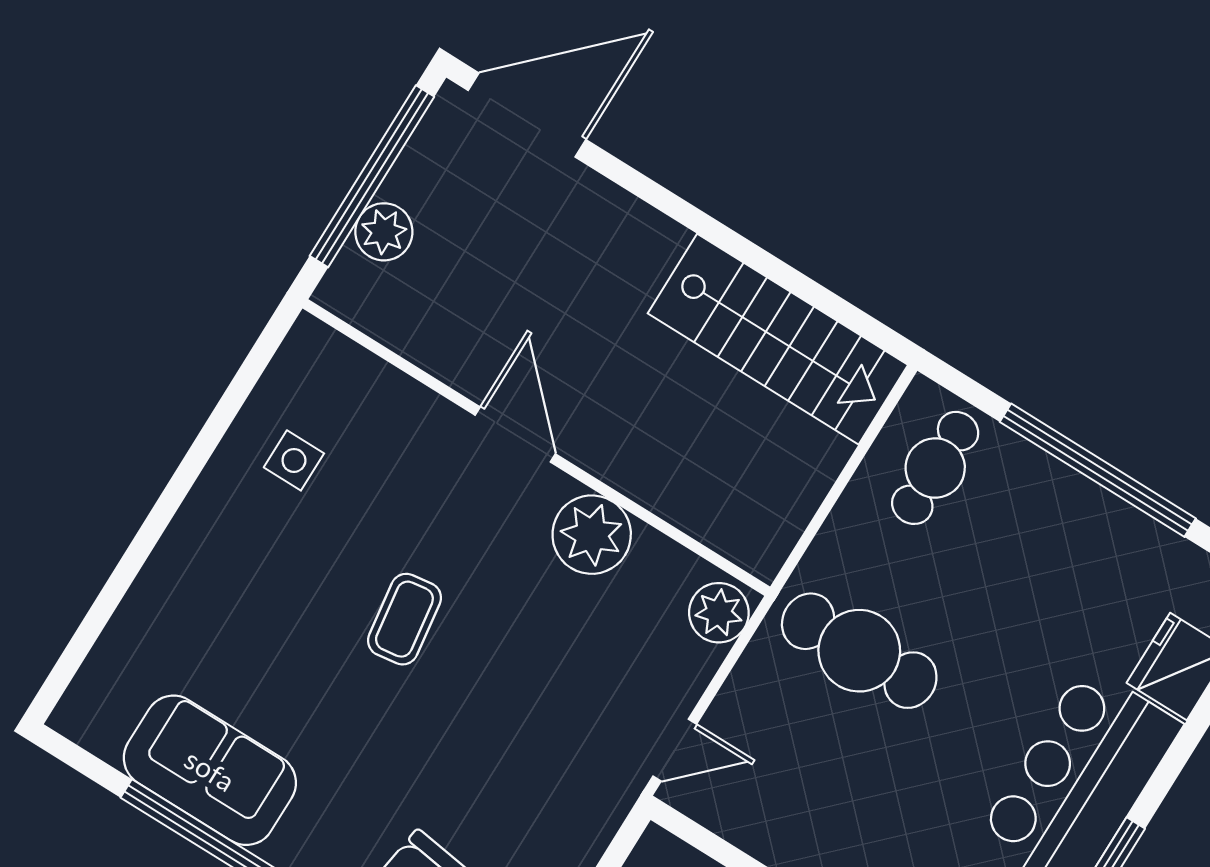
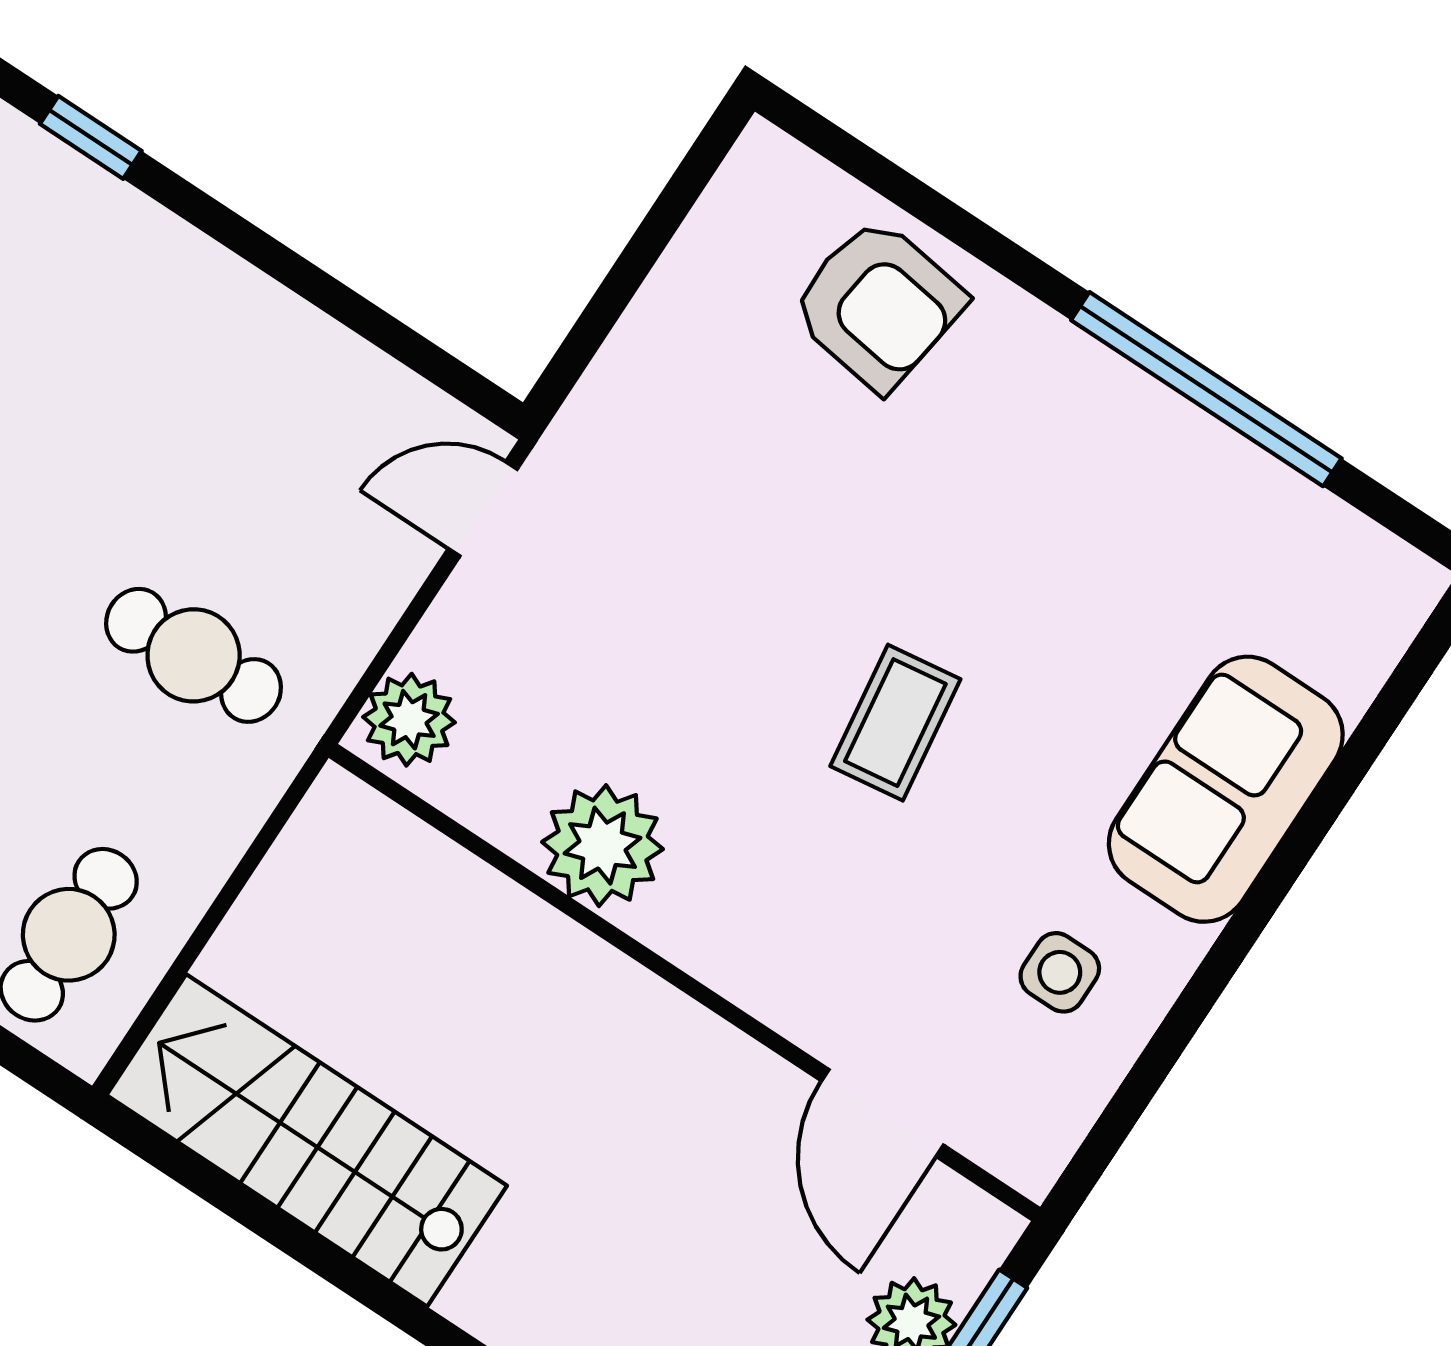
door: (515, 434) -> (883, 1113), moved
cafe table: (859, 651) -> (194, 655), width x0.73, depth x0.74
sofa: (210, 770) -> (1226, 789), moved, turned 90

